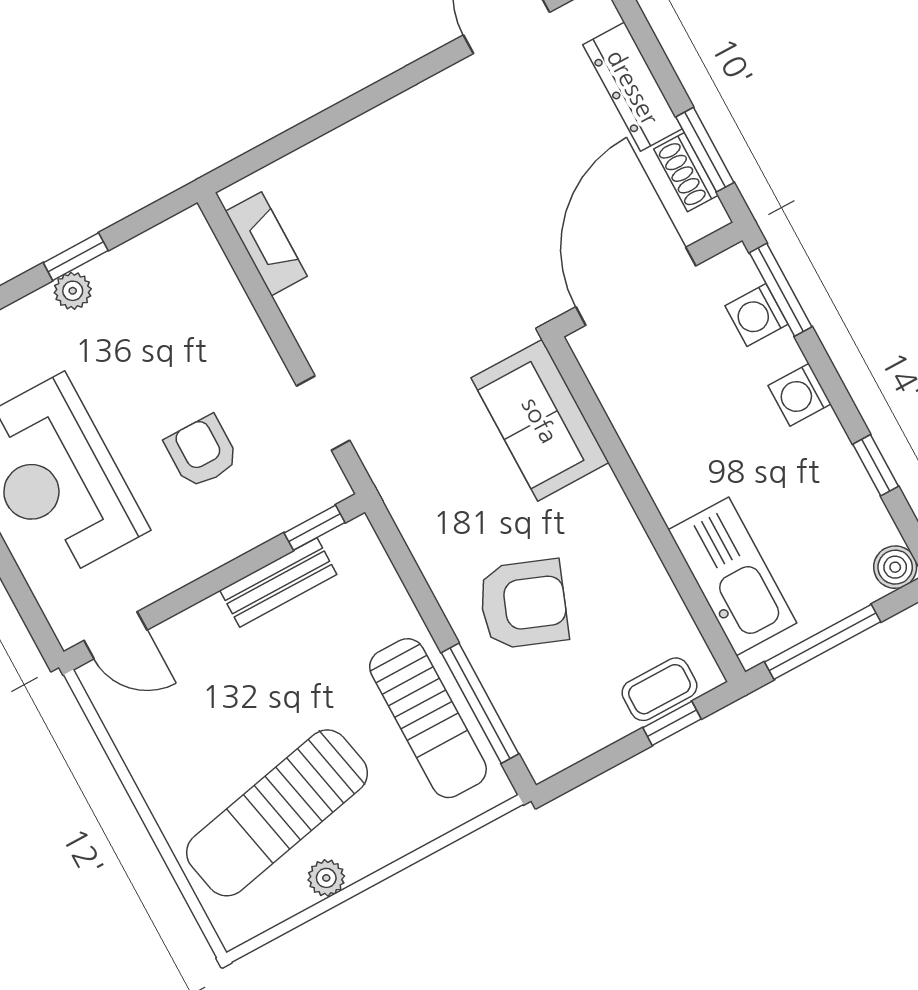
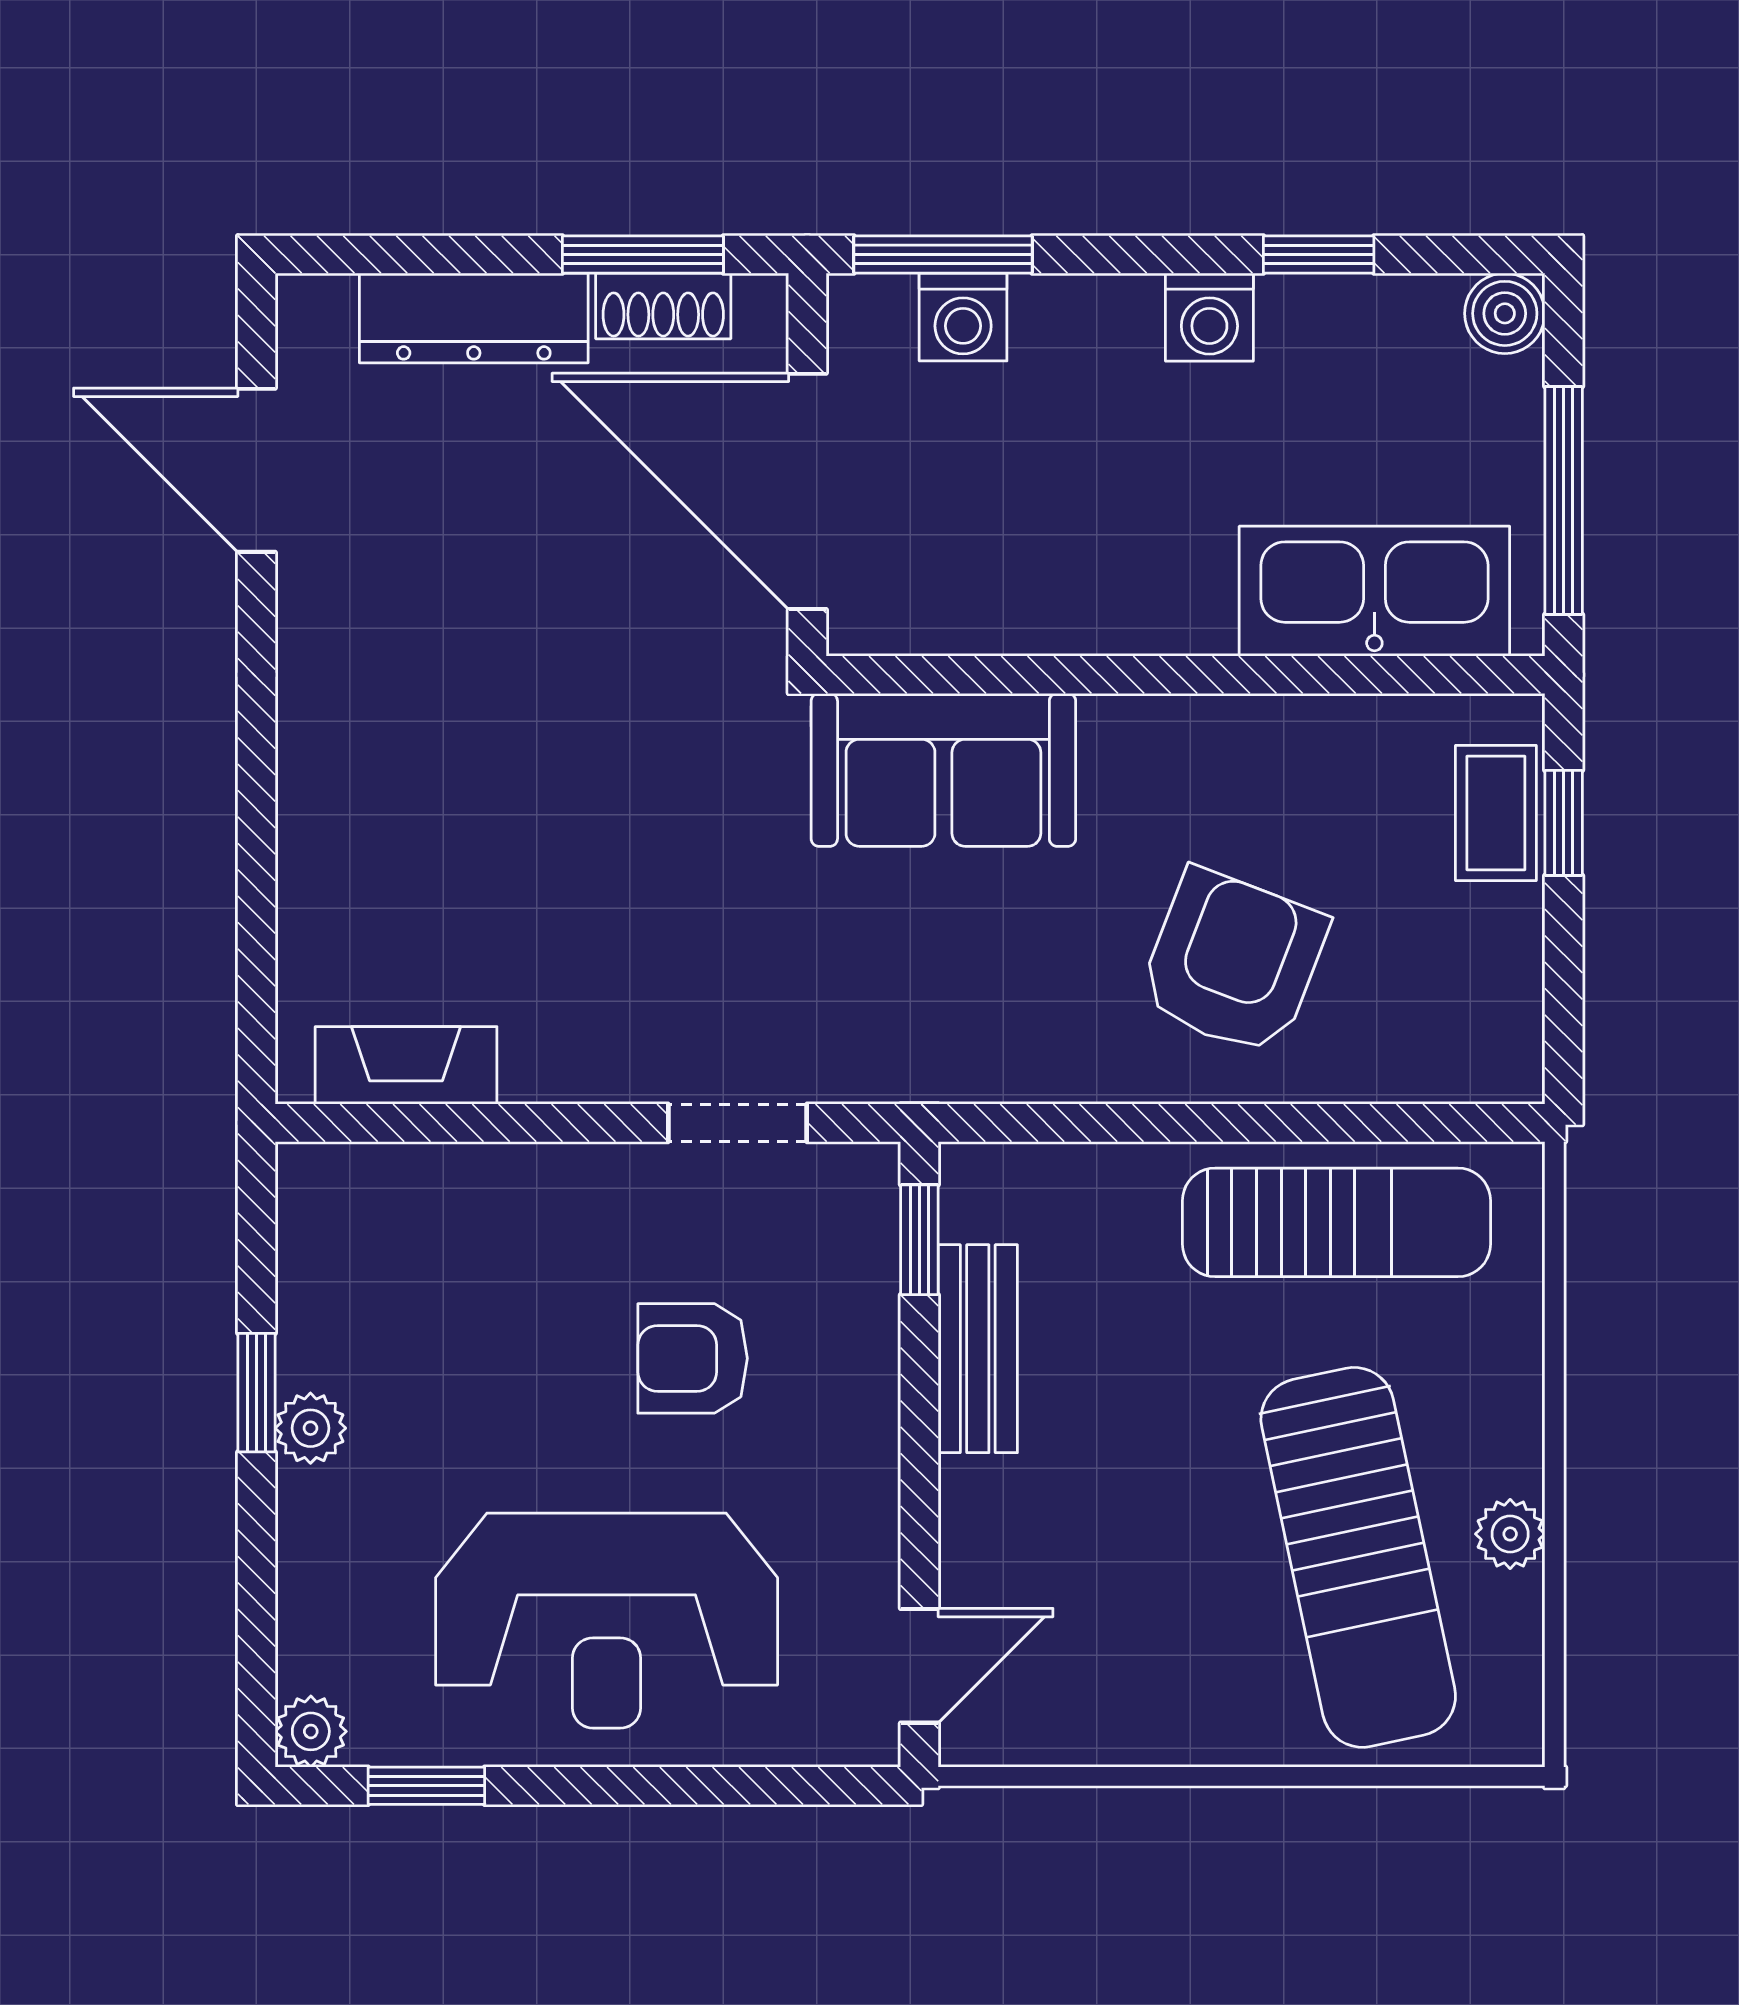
washing machine: (800, 395) -> (1209, 317), moved
window: (480, 703) -> (1358, 1123), removed

